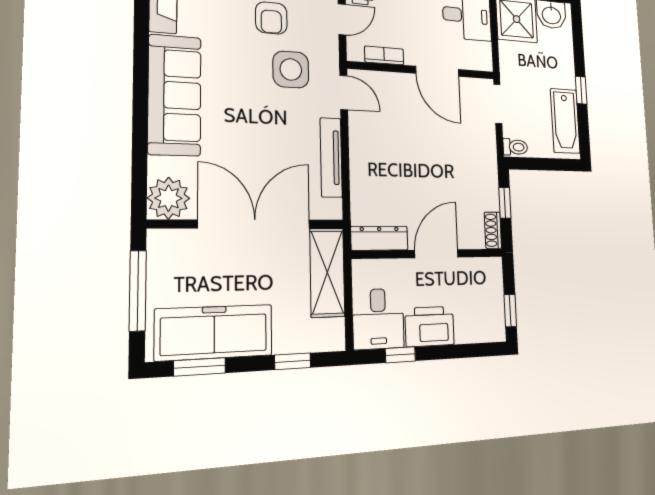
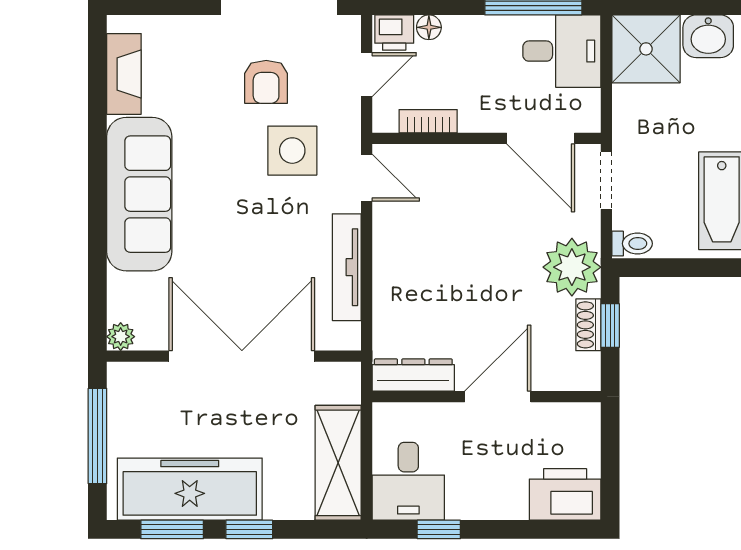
door: (437, 71) -> (541, 138), moved
plant: (480, 162) -> (572, 267), added
plant: (168, 198) -> (121, 337), width x0.53, depth x0.53
shoe rack: (493, 230) -> (588, 325), moved
shelving: (327, 272) -> (338, 463), moved
window: (510, 311) -> (610, 478), removed
printer: (430, 327) -> (565, 494), moved
window: (293, 361) -> (249, 529), moved

